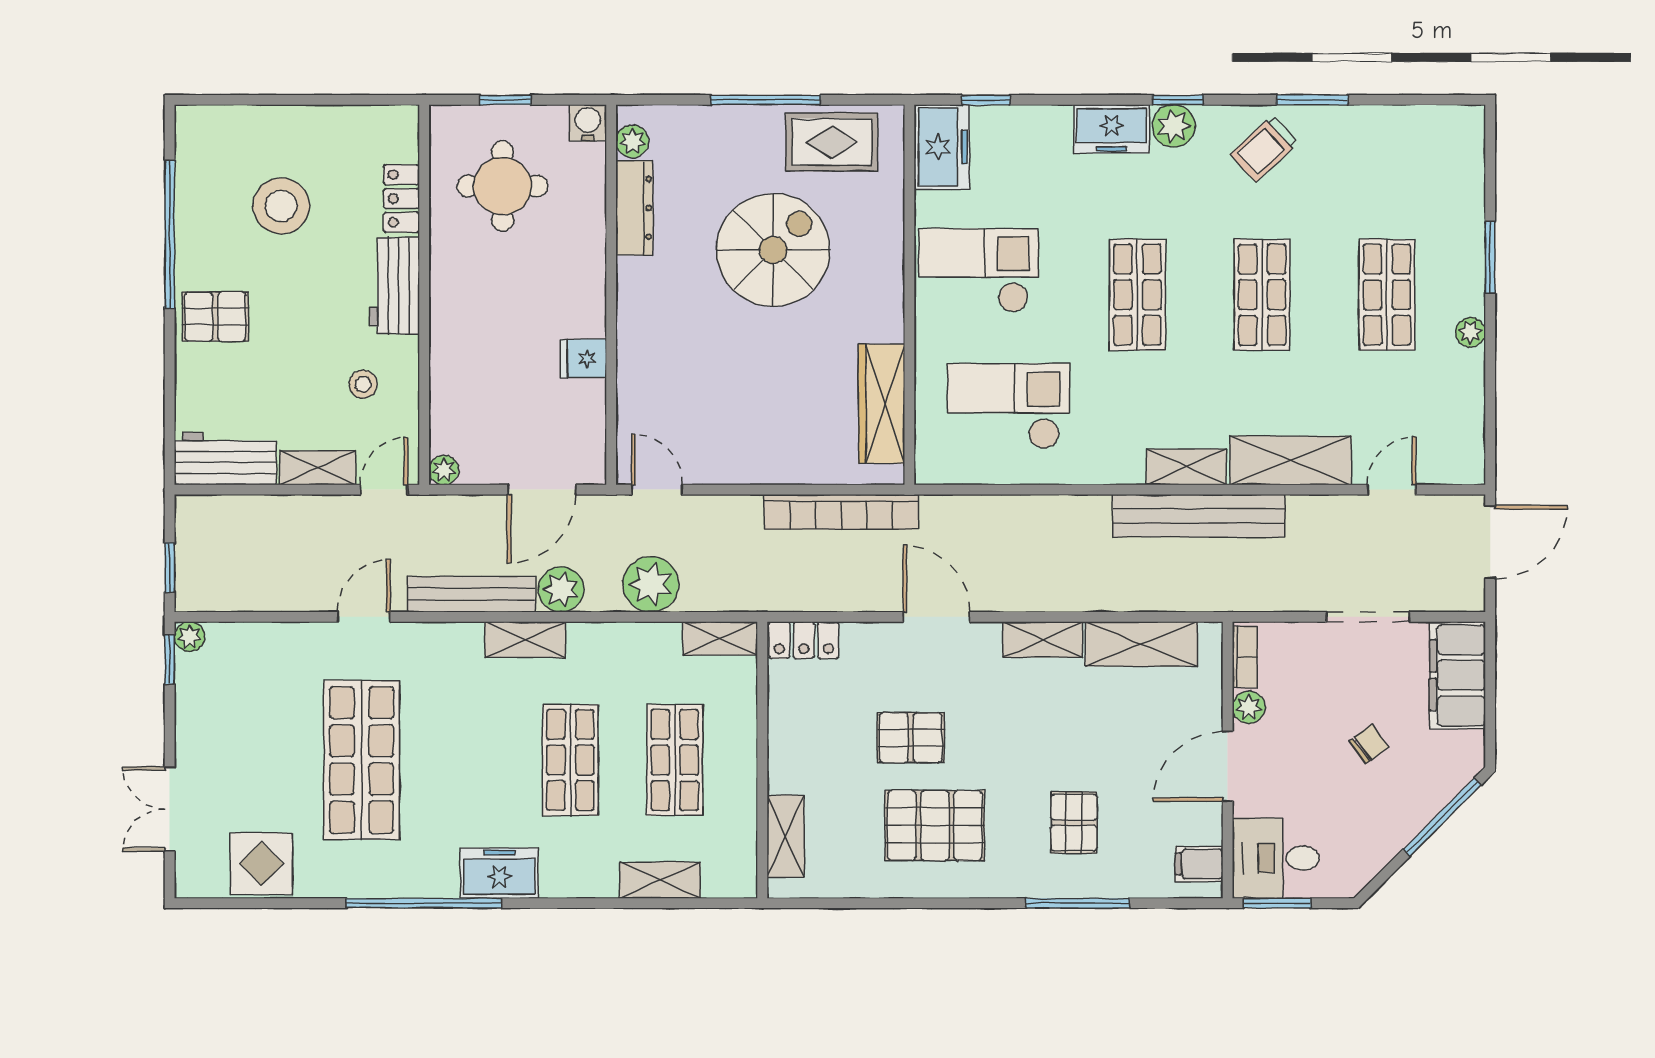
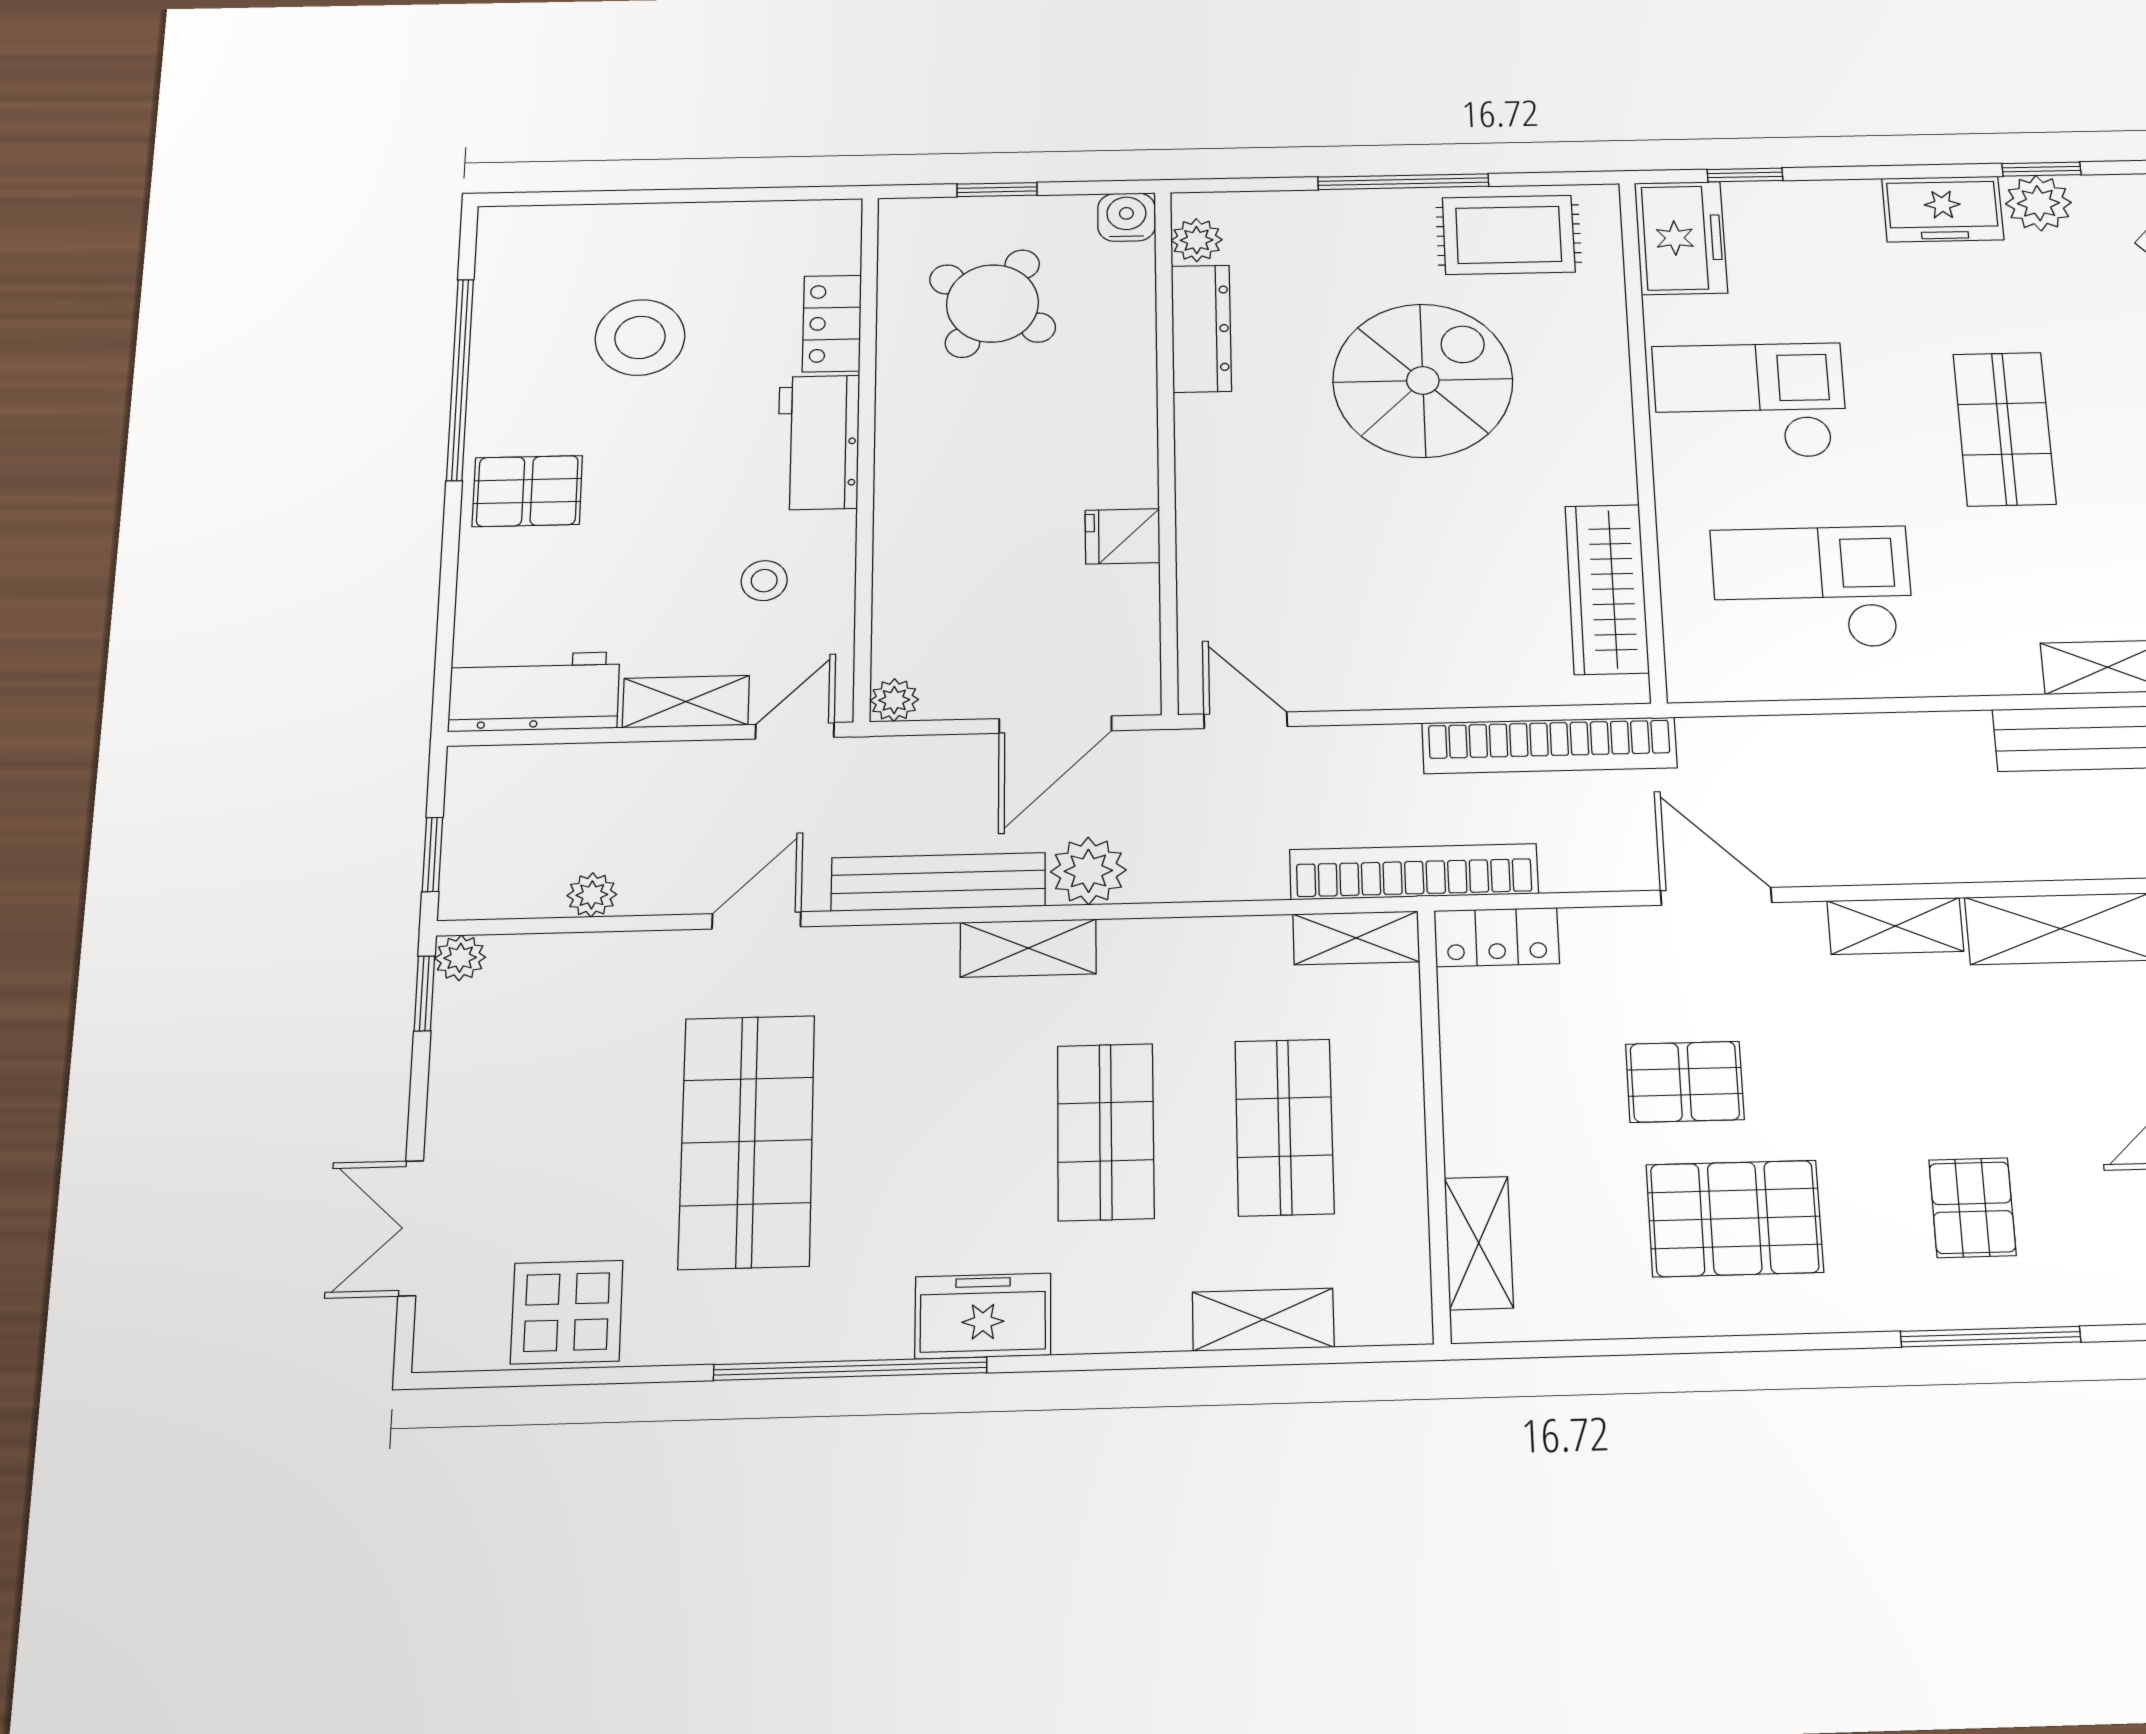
round table: (503, 186) -> (992, 303), turned 33
plant: (651, 584) -> (592, 895), moved, width x0.53, depth x0.53
bookcase: (756, 595) -> (1414, 872), added

